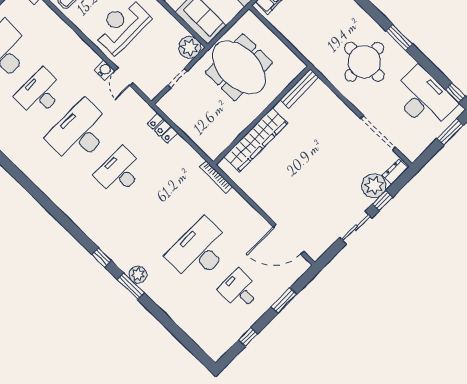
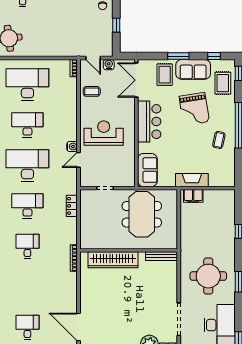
plant: (190, 47) -> (127, 179), removed
desk: (199, 251) -> (27, 246), moved, width x0.53, depth x0.77

